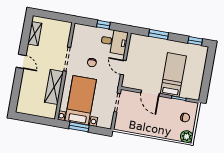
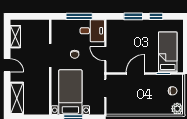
window: (103, 25) -> (79, 16), width x2.17
window: (195, 41) -> (156, 16), moved
bed: (173, 75) -> (168, 52), moved
shelving: (54, 87) -> (17, 98), moved
door: (150, 93) -> (135, 74), swing flipped

